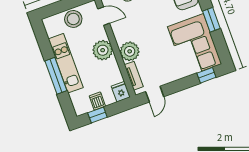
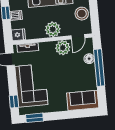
window: (211, 20) -> (34, 118), moved
corner sofa: (195, 45) -> (31, 86), moved, turned 90
plant: (130, 51) -> (63, 48), moved

